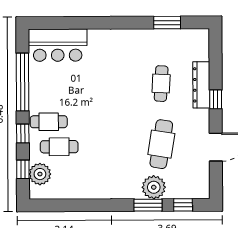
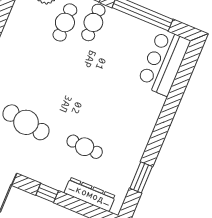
dresser: (201, 85) -> (90, 194), moved

